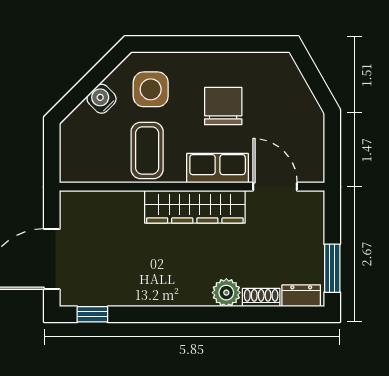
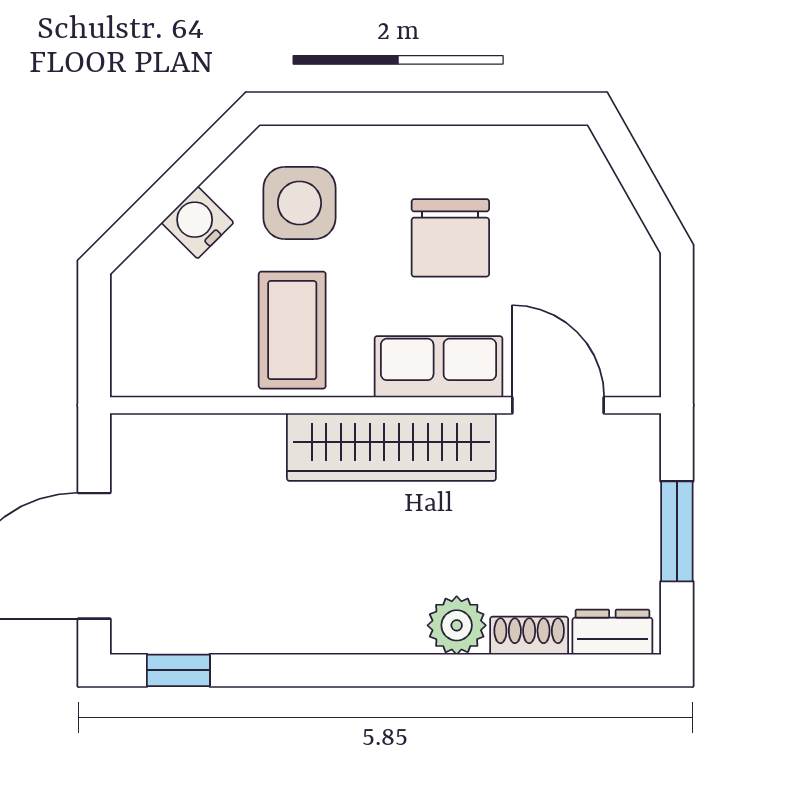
chair: (223, 106) -> (450, 238), turned 180
window: (332, 268) -> (677, 531), moved

